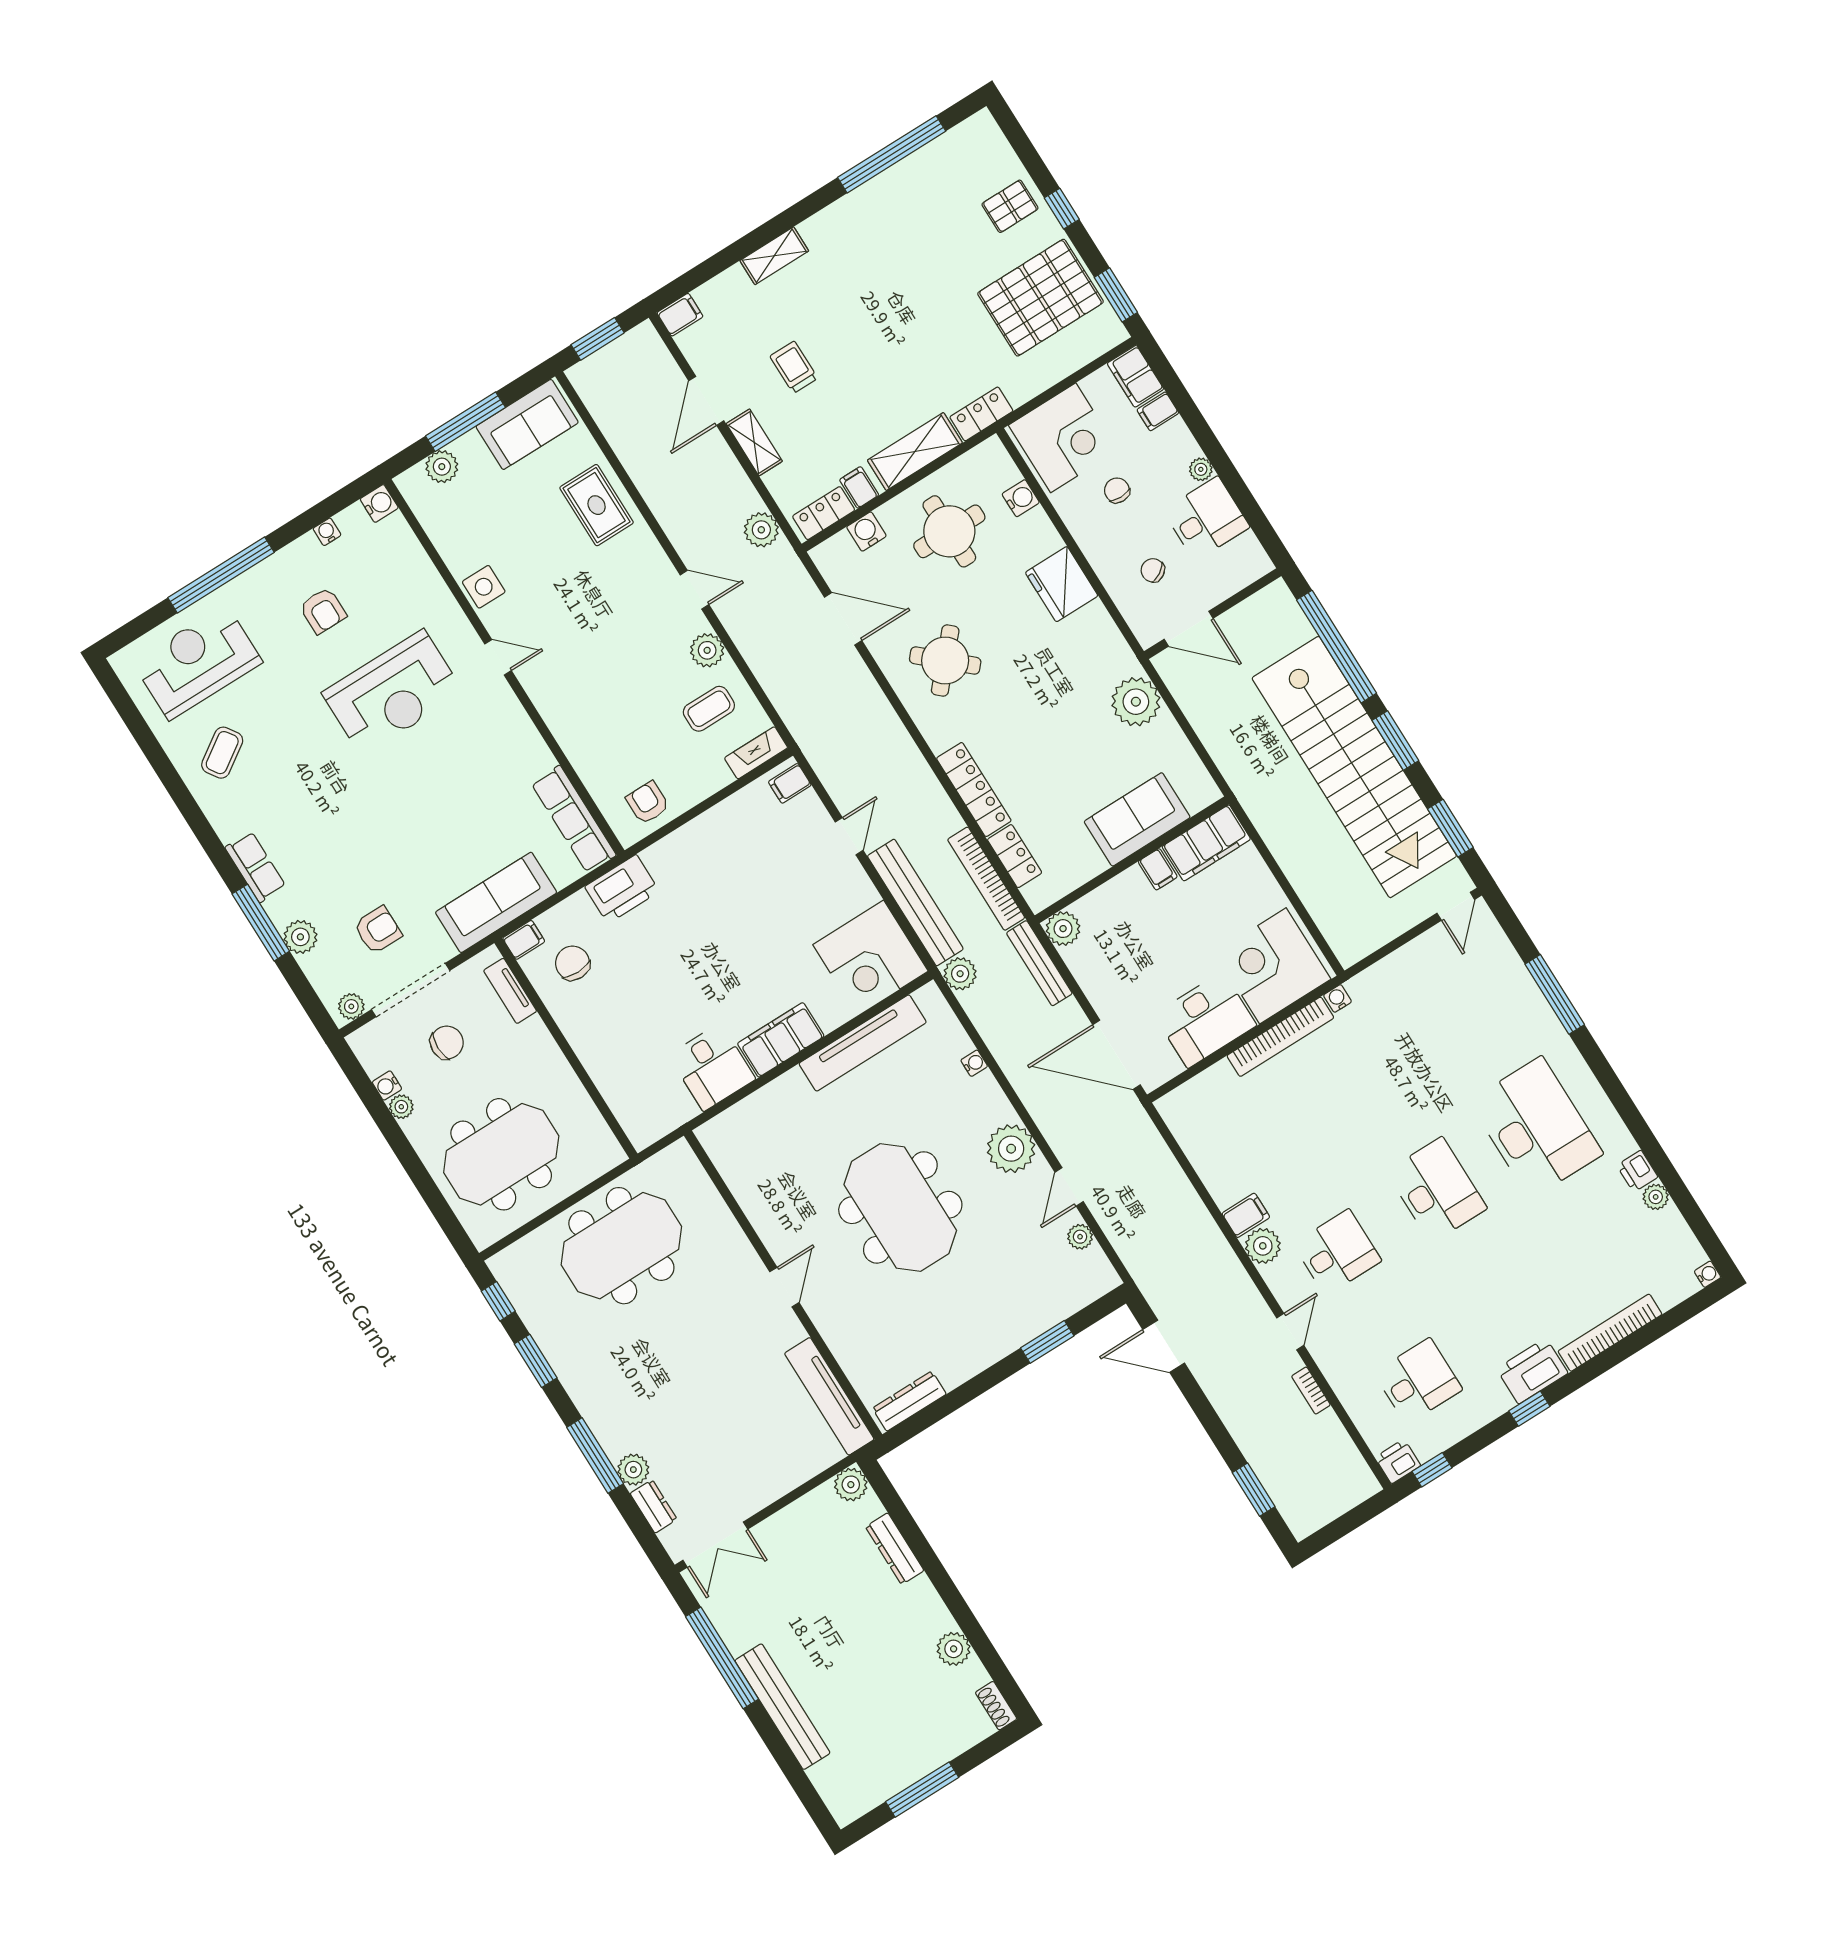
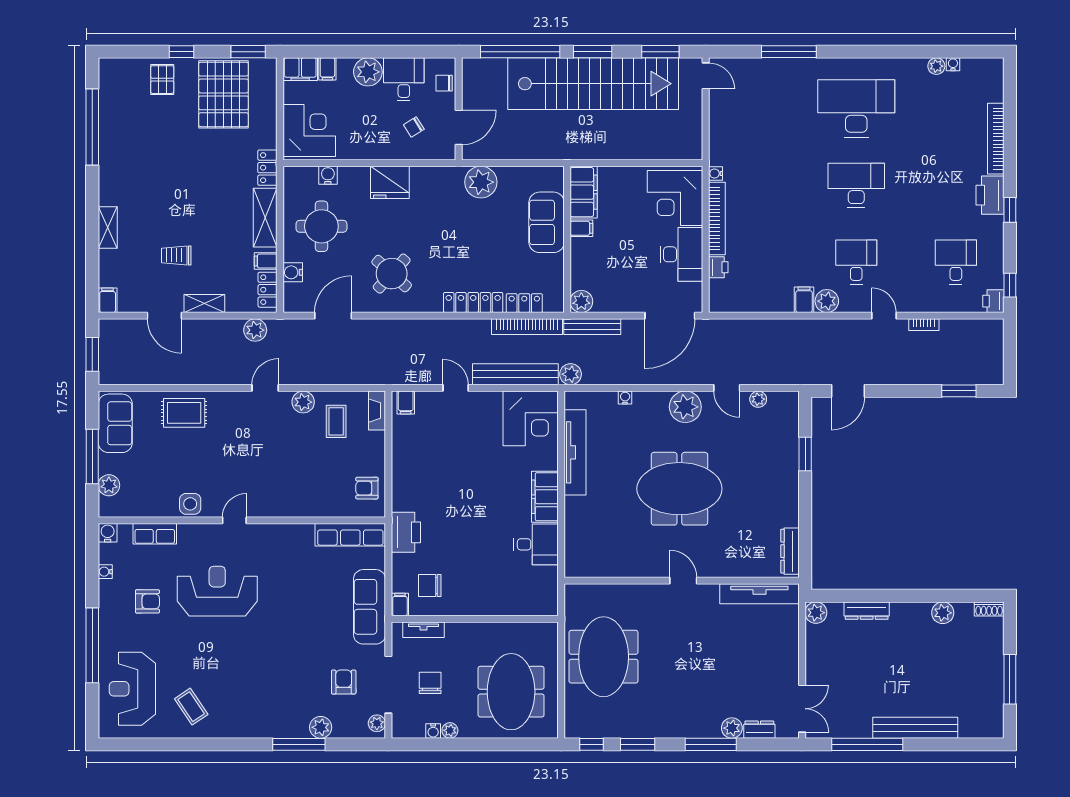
plant: (1201, 469) -> (368, 72), width x1.88, depth x1.88
chair: (1117, 490) -> (444, 83), moved
reception desk: (393, 693) -> (217, 591), turned -90
row of seats: (255, 867) -> (155, 534), moved, turned 180
printer: (1637, 1171) -> (718, 267), moved, turned -90
water cooler: (1708, 1274) -> (953, 64), moved

